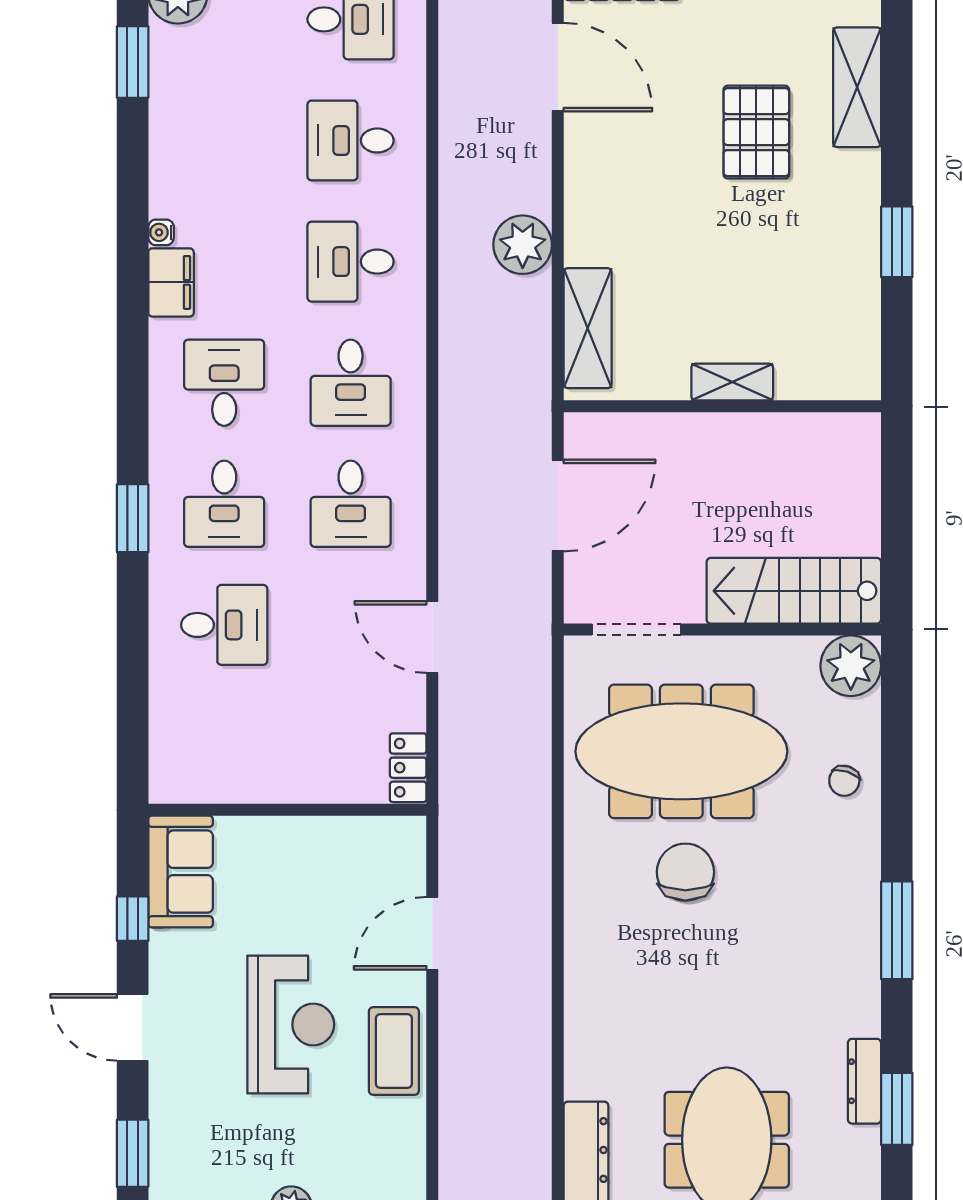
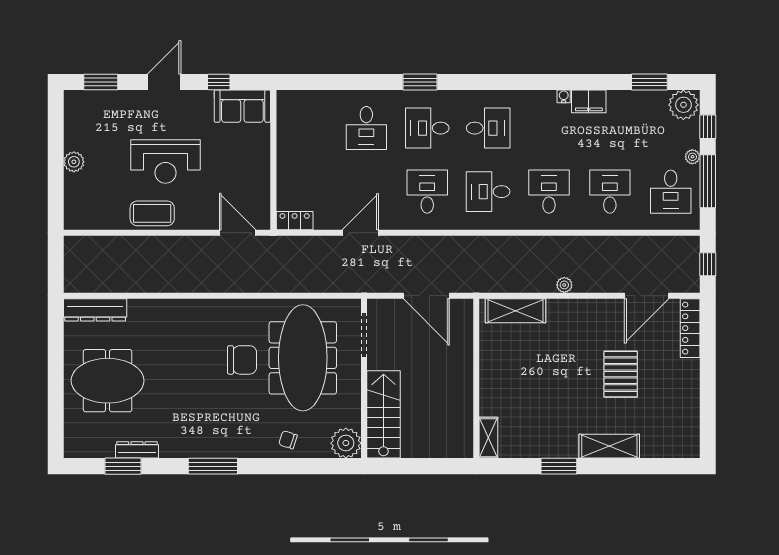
shelving: (857, 87) -> (609, 446), moved
pallet: (756, 132) -> (621, 374), moved, turned 90
plant: (523, 245) -> (564, 285), width x0.53, depth x0.53
filing cabinet: (171, 282) -> (589, 101), moved
shelving: (732, 382) -> (488, 438), moved
desk: (351, 504) -> (427, 192), turned 90
door: (432, 933) -> (238, 233), moved

